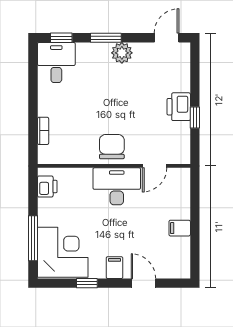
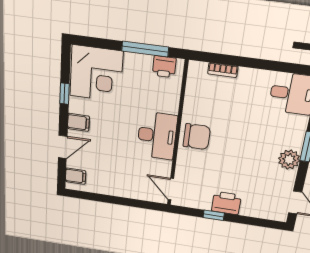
door: (155, 166) -> (171, 189), moved
filing cabinet: (180, 228) -> (76, 176), moved, turned 90
window: (33, 238) -> (145, 49), moved

